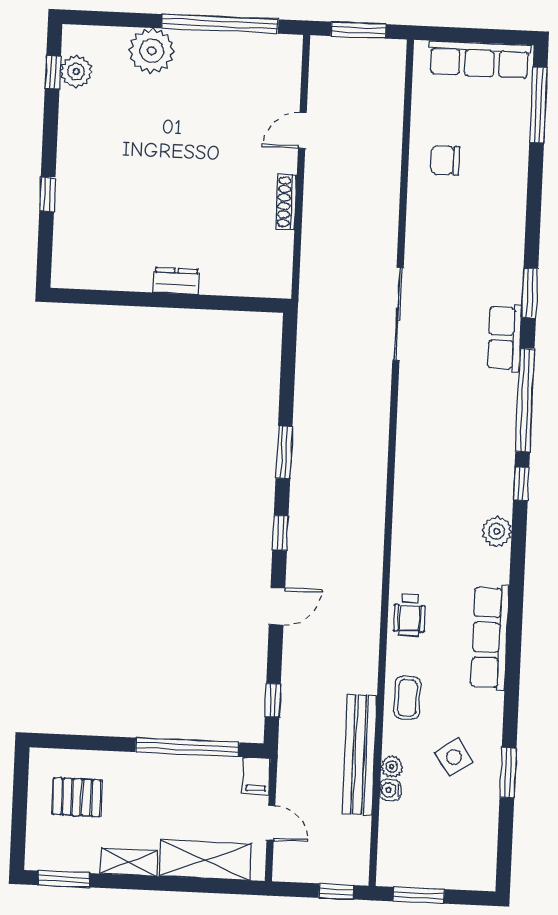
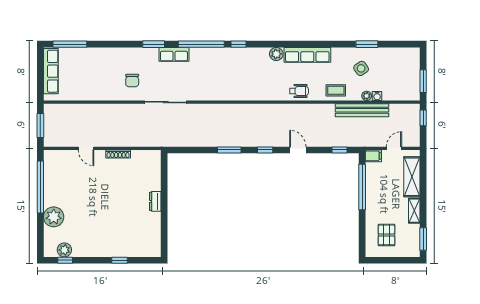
chair: (445, 160) -> (132, 80), moved
plant: (497, 531) -> (276, 54), moved

